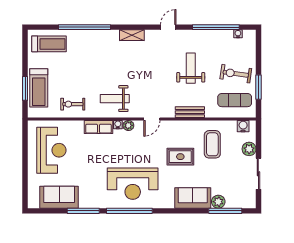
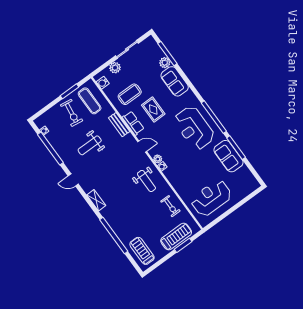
row of seats: (99, 127) -> (133, 123), moved
reception desk: (133, 184) -> (194, 128), turned 180
sofa: (59, 197) -> (228, 156), moved

